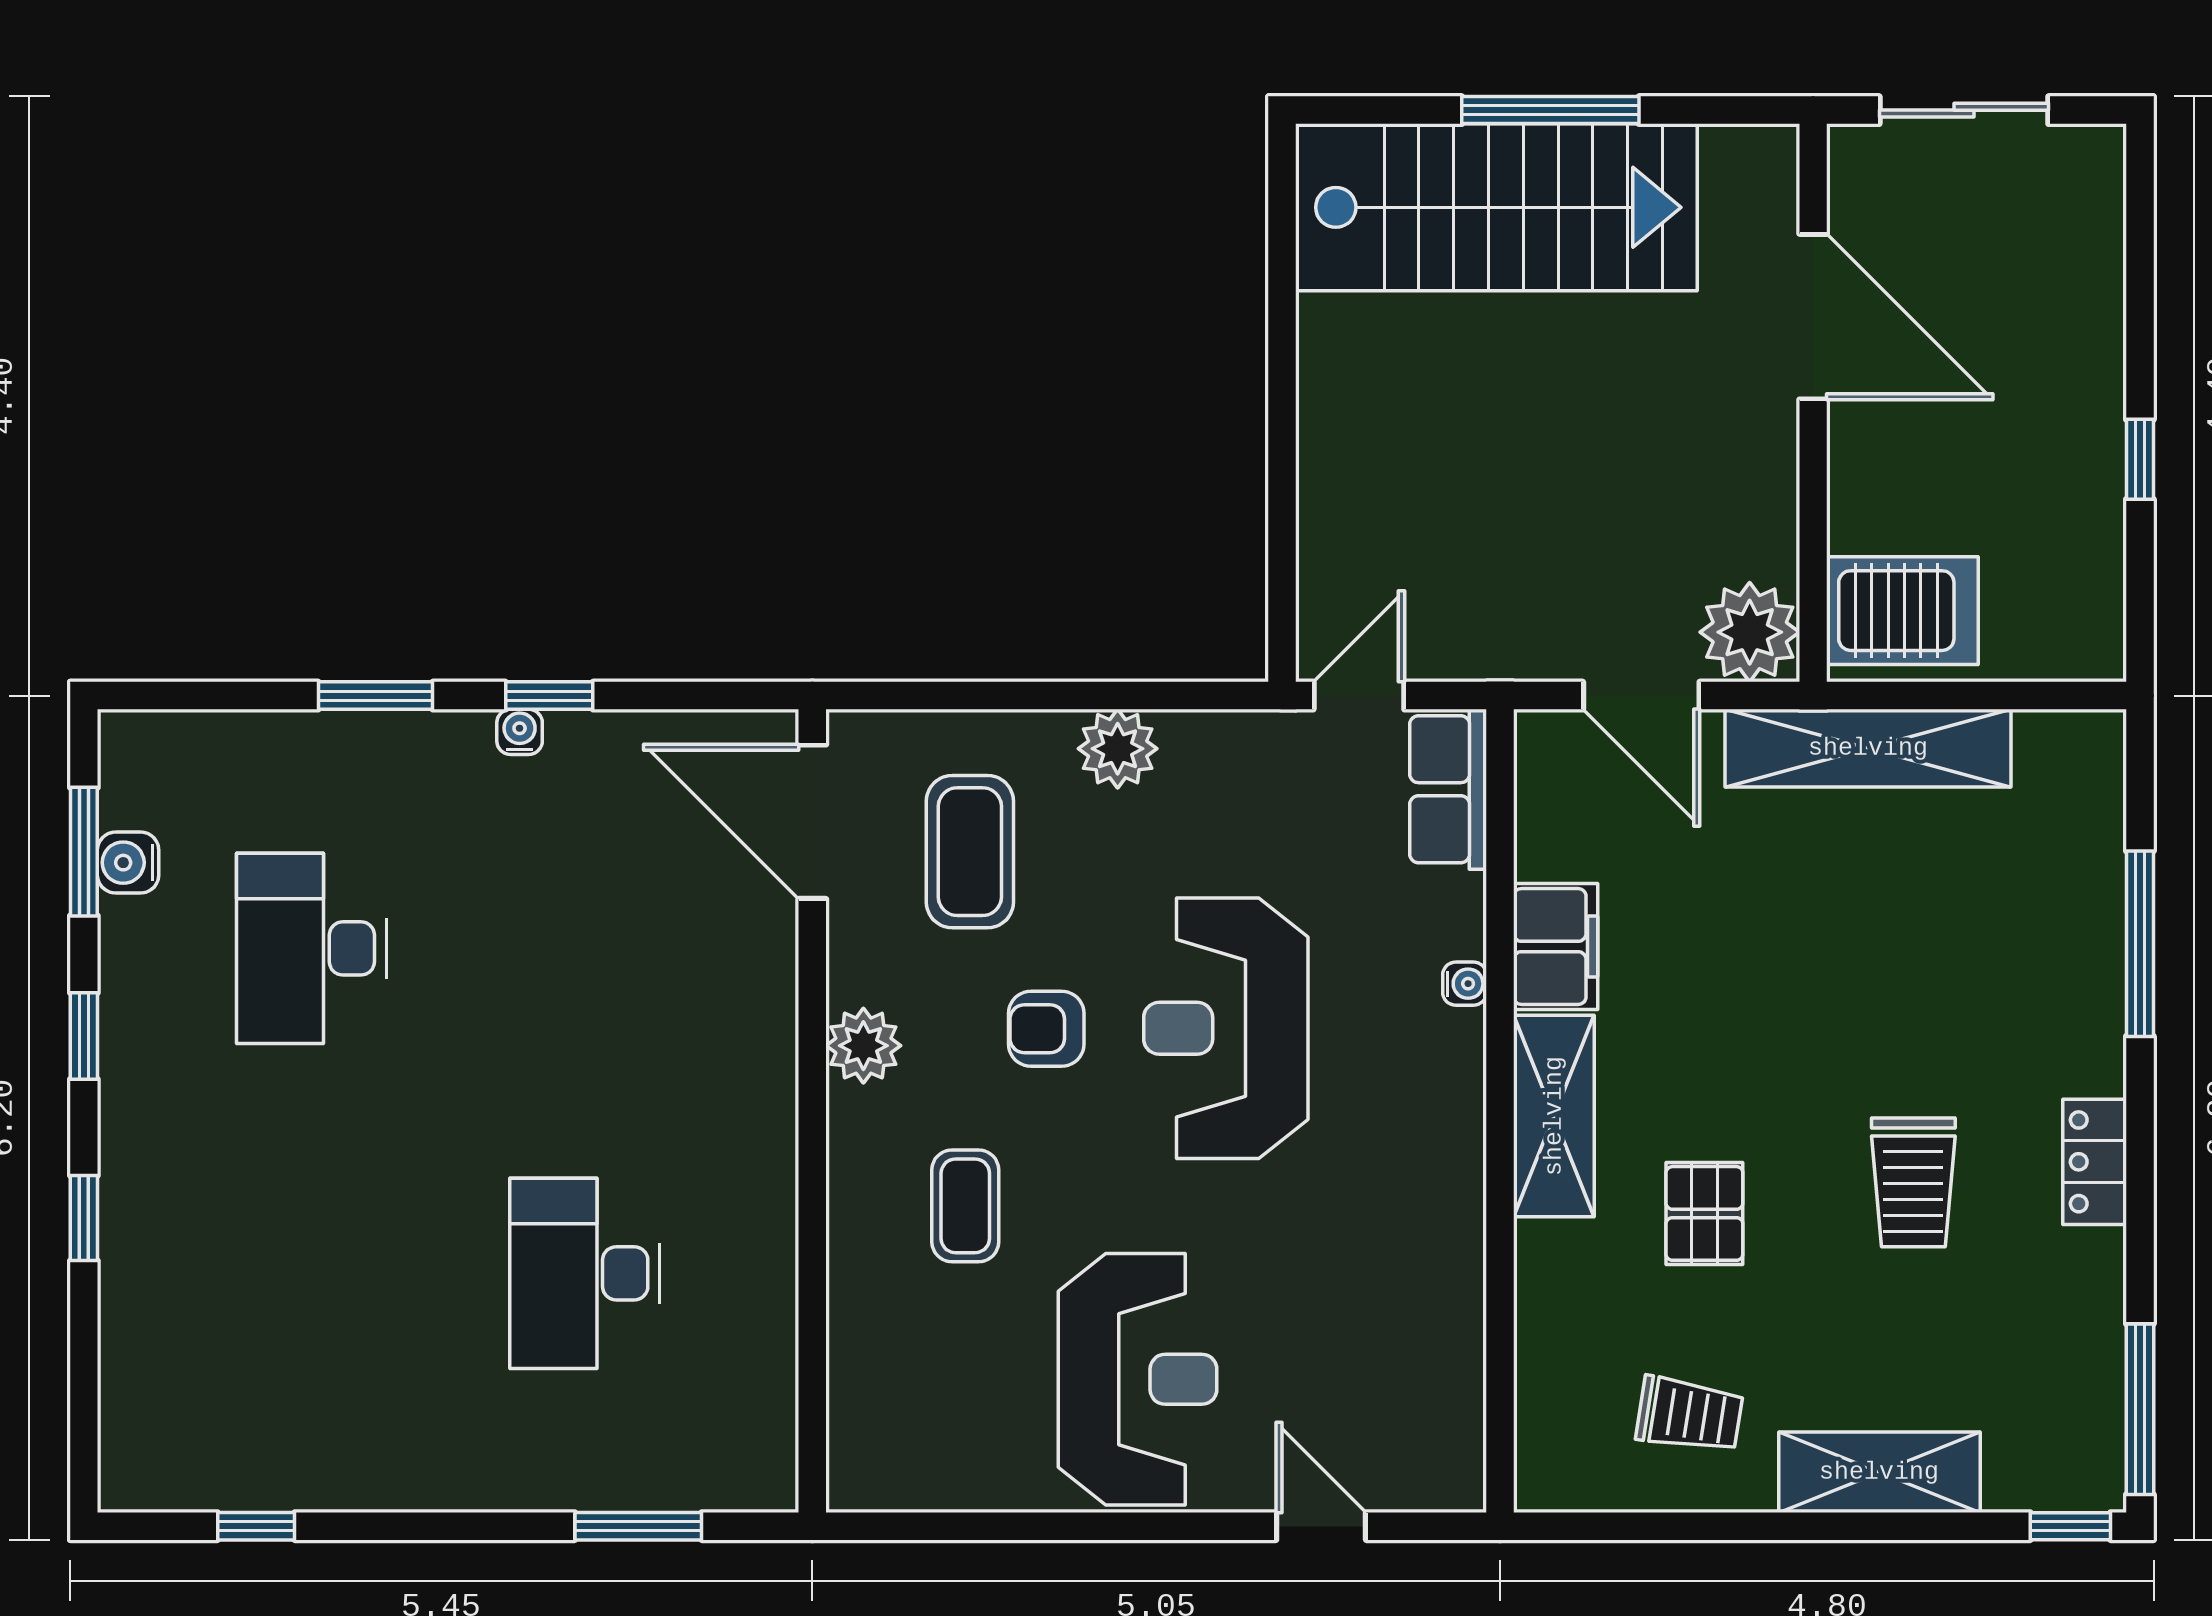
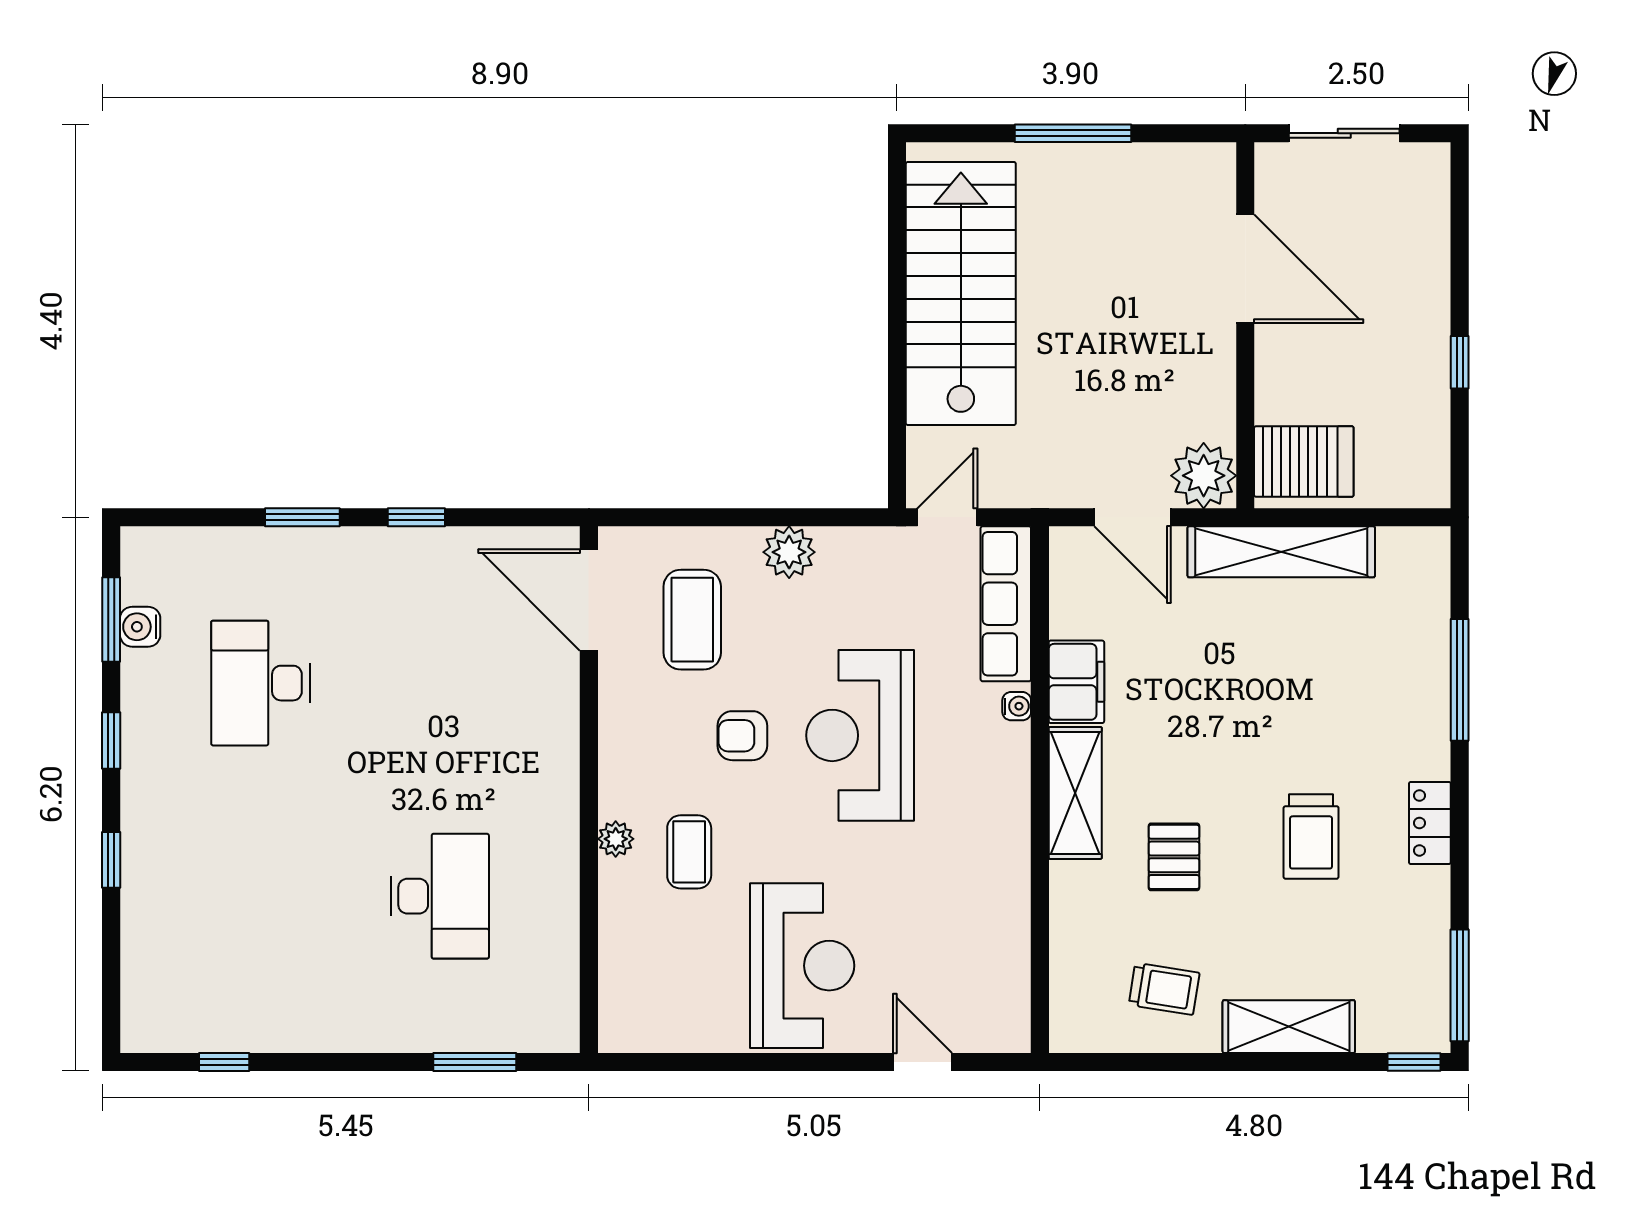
stairs: (1496, 207) -> (961, 293), moved, turned -90
water cooler: (520, 732) -> (397, 541), removed
row of seats: (1448, 789) -> (1006, 604), width x1.48
plant: (863, 1046) -> (616, 839), moved, width x0.73, depth x0.73
desk: (585, 1273) -> (440, 896), turned 180

